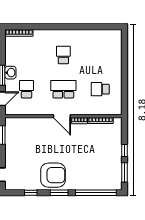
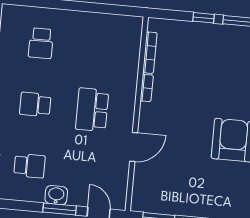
school desk: (26, 89) -> (30, 166), moved, turned 180
school desk: (100, 89) -> (41, 43), moved
door: (62, 116) -> (134, 147), moved

